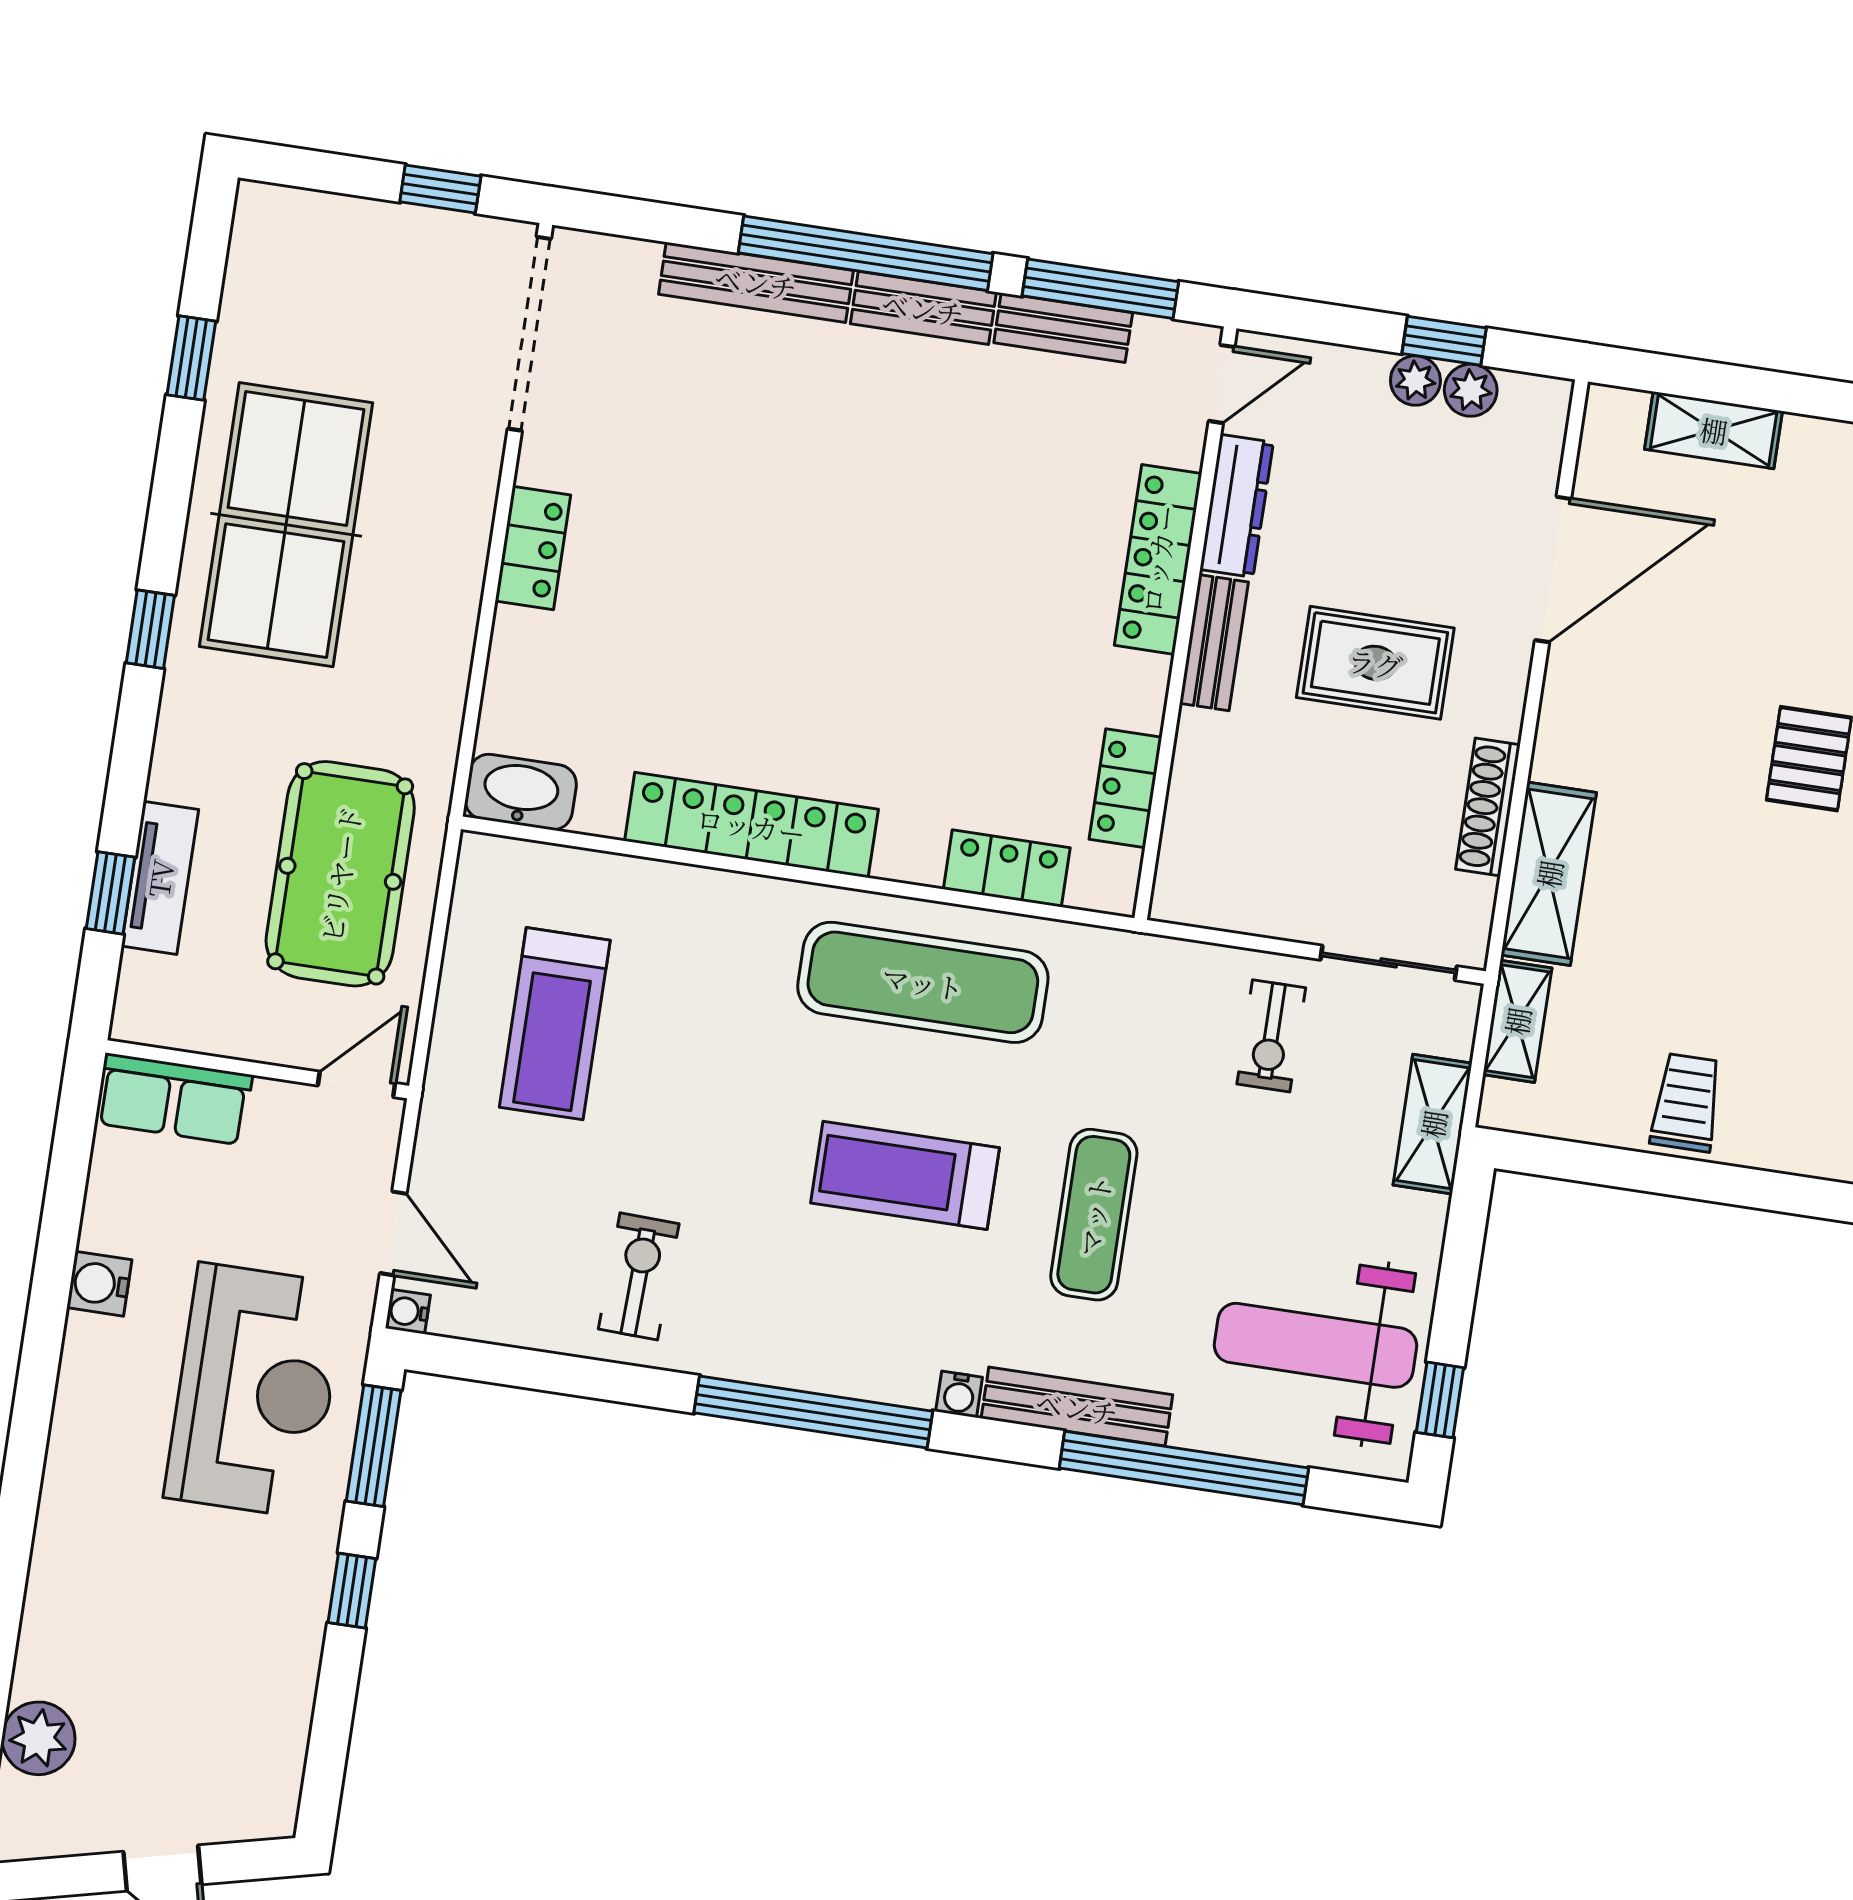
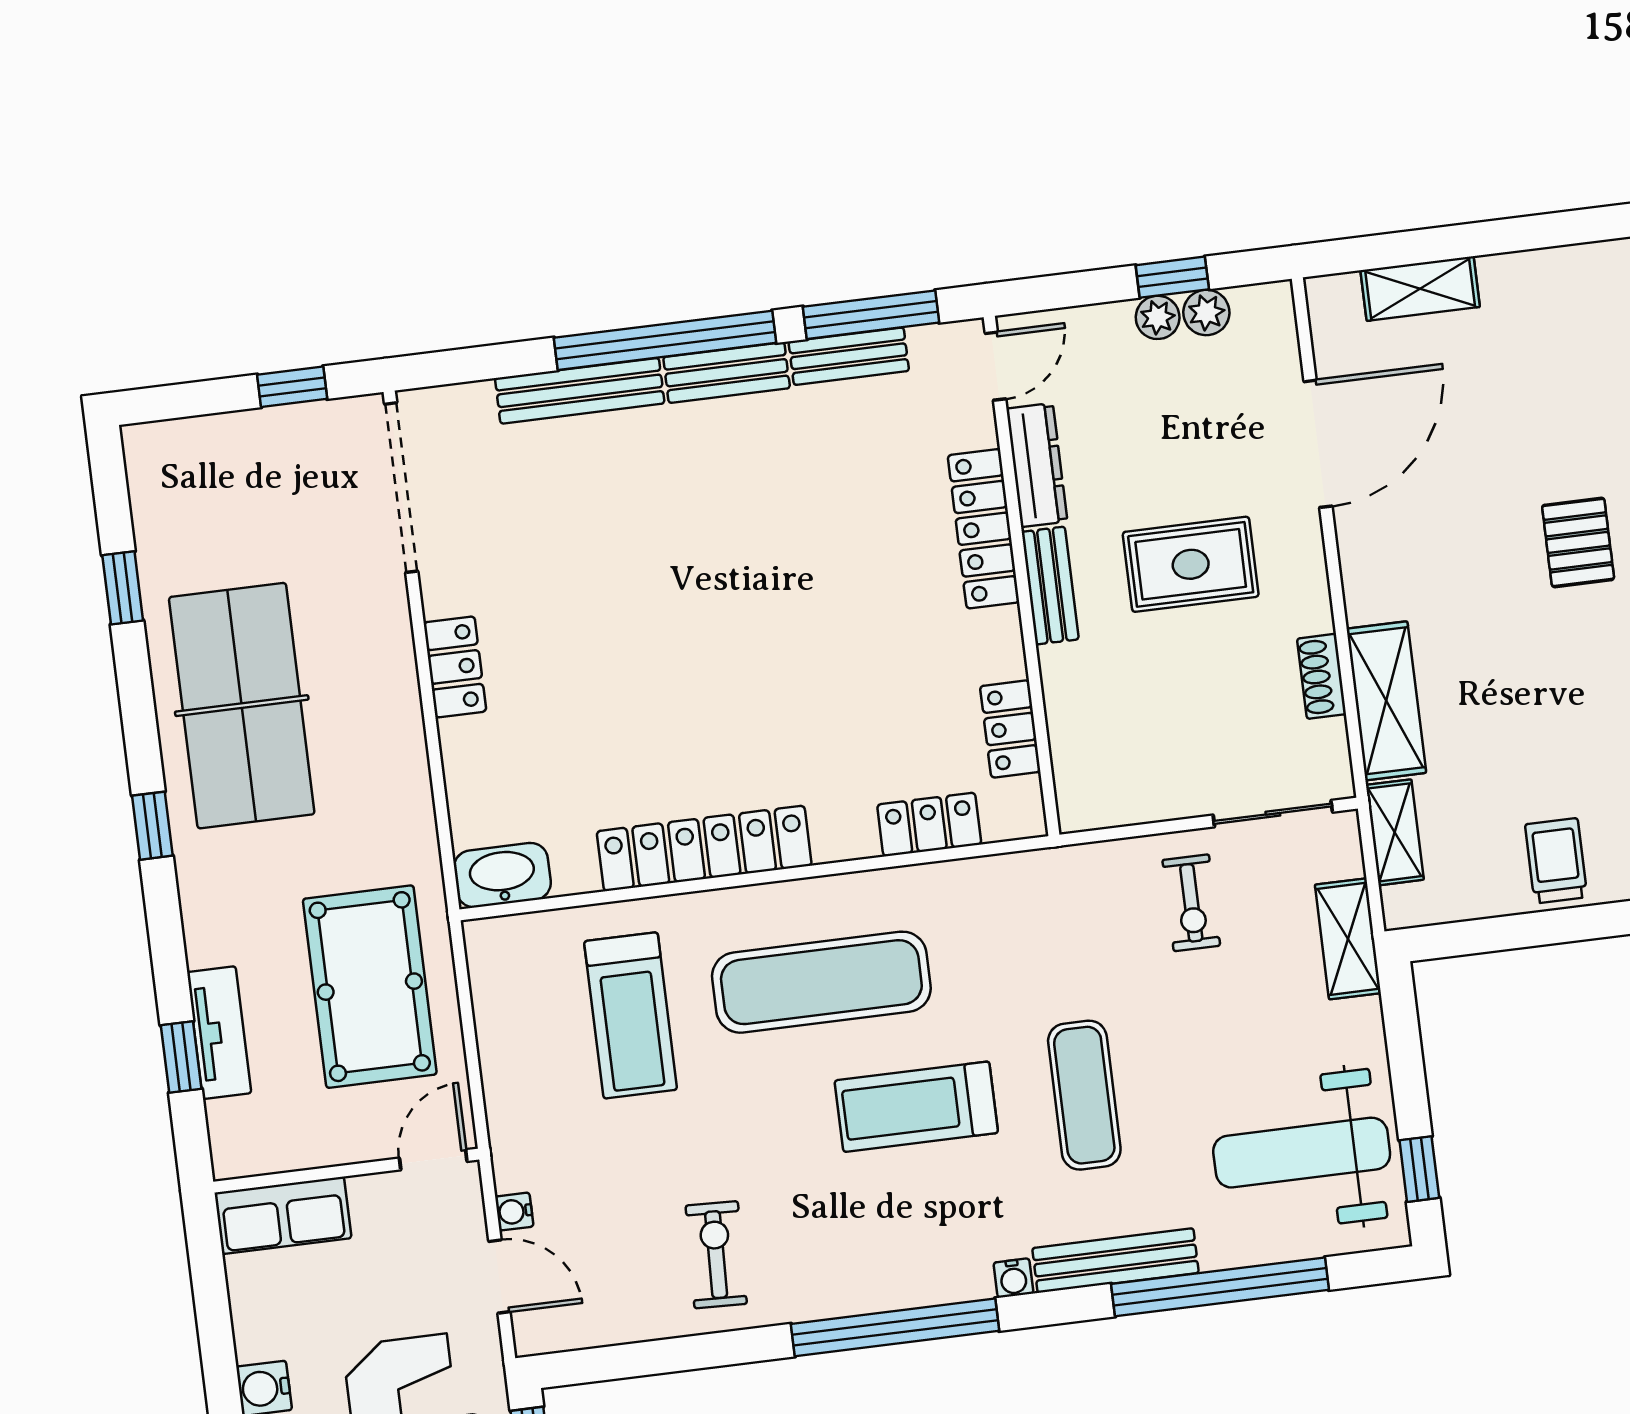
shoe rack: (1488, 807) -> (1322, 676), width x0.70
exercise mat: (923, 982) -> (821, 982), moved
treadmill: (555, 1024) -> (631, 1015), moved
water cooler: (408, 1312) -> (514, 1212), moved

